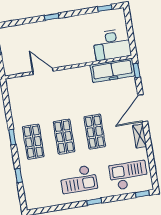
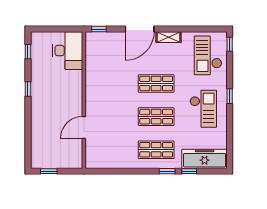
window: (51, 17) -> (28, 89), moved
freezer: (112, 70) -> (205, 159), moved, turned -90
door: (143, 108) -> (140, 29), hinge flipped
window: (12, 137) -> (167, 171), moved

